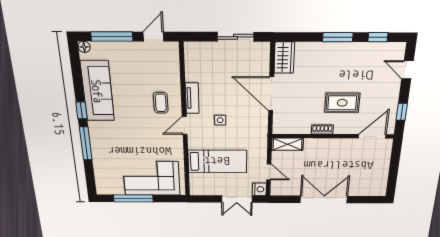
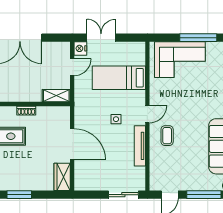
sliding door: (236, 37) -> (123, 195), moved
tv unit: (192, 98) -> (140, 146), width x1.41
door: (269, 172) -> (72, 67), swing flipped

